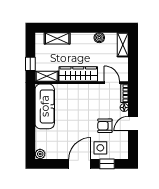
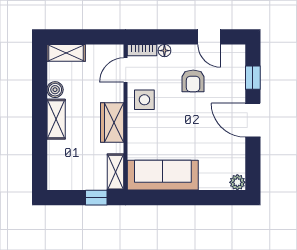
shelving: (57, 38) -> (56, 119), moved
wardrobe: (78, 74) -> (112, 122), width x0.67
door: (133, 124) -> (209, 37), moved
side table: (100, 148) -> (144, 100), moved

